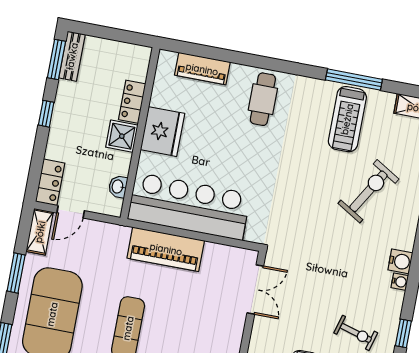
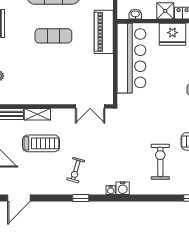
exercise bike: (368, 191) -> (160, 162), turned -121
piano: (166, 249) -> (104, 32), moved

